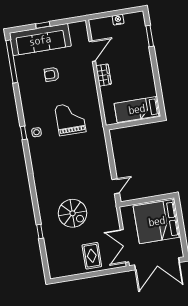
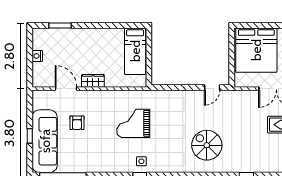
armchair: (52, 74) -> (77, 123), moved
door: (116, 186) -> (212, 87), swing flipped
spiral stairs: (73, 213) -> (207, 145), moved, turned -90

